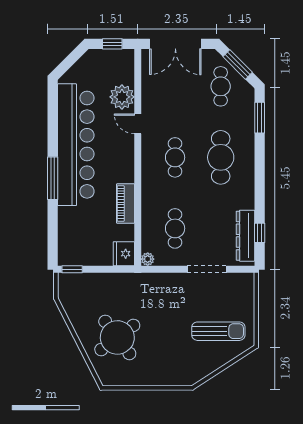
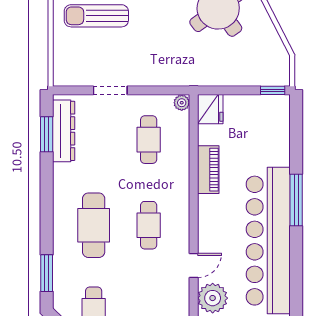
door: (138, 124) -> (194, 266), hinge flipped
window: (260, 233) -> (47, 134), width x1.50
doorway: (207, 269) -> (110, 90), width x0.73

